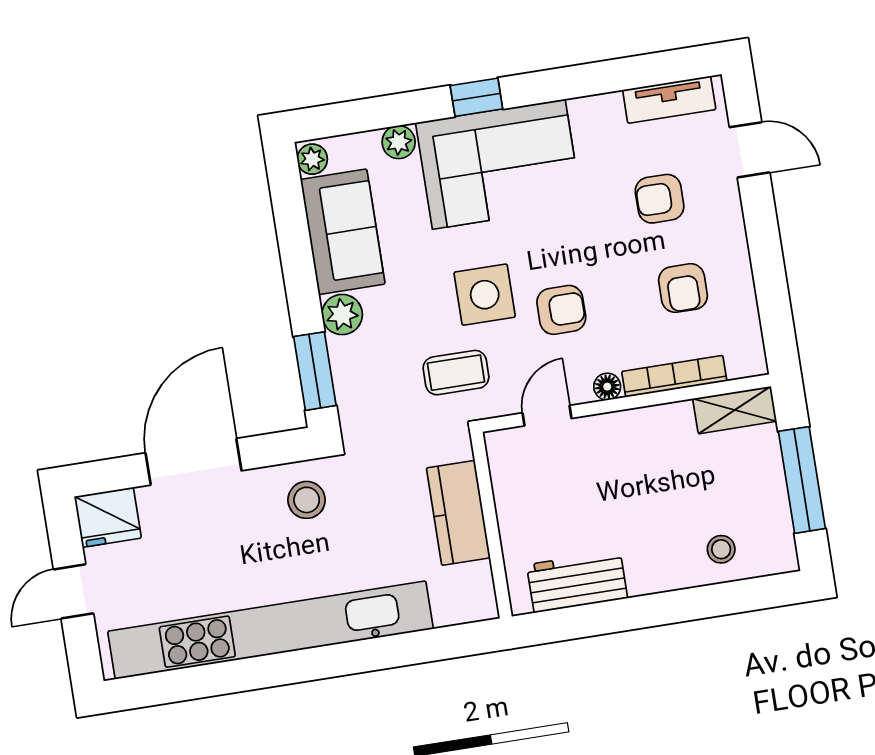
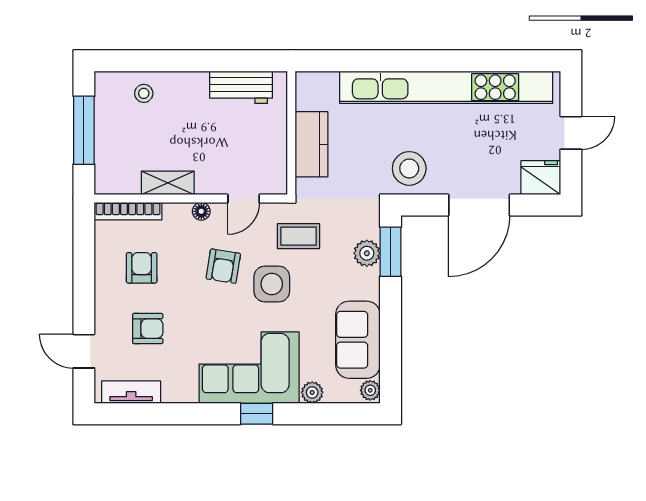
armchair: (561, 310) -> (223, 266), turned -81
plant: (342, 314) -> (367, 253), moved
bookcase: (674, 376) -> (128, 211), moved
shelving: (735, 410) -> (168, 183), moved
stool: (307, 500) -> (409, 168), width x1.38, depth x1.38

